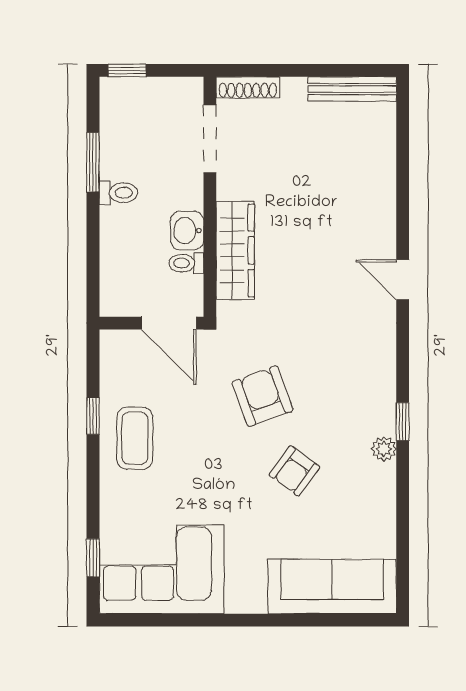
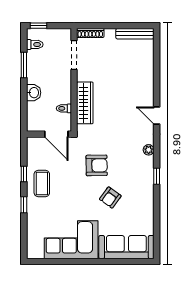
toilet: (118, 193) -> (35, 44), moved
washbasin: (187, 231) -> (34, 93), moved, turned 180
armchair: (263, 396) -> (97, 165), turned 109
plant: (384, 449) -> (149, 150), moved
window: (93, 558) -> (24, 205), moved
corner sofa: (162, 569) -> (71, 240), moved

